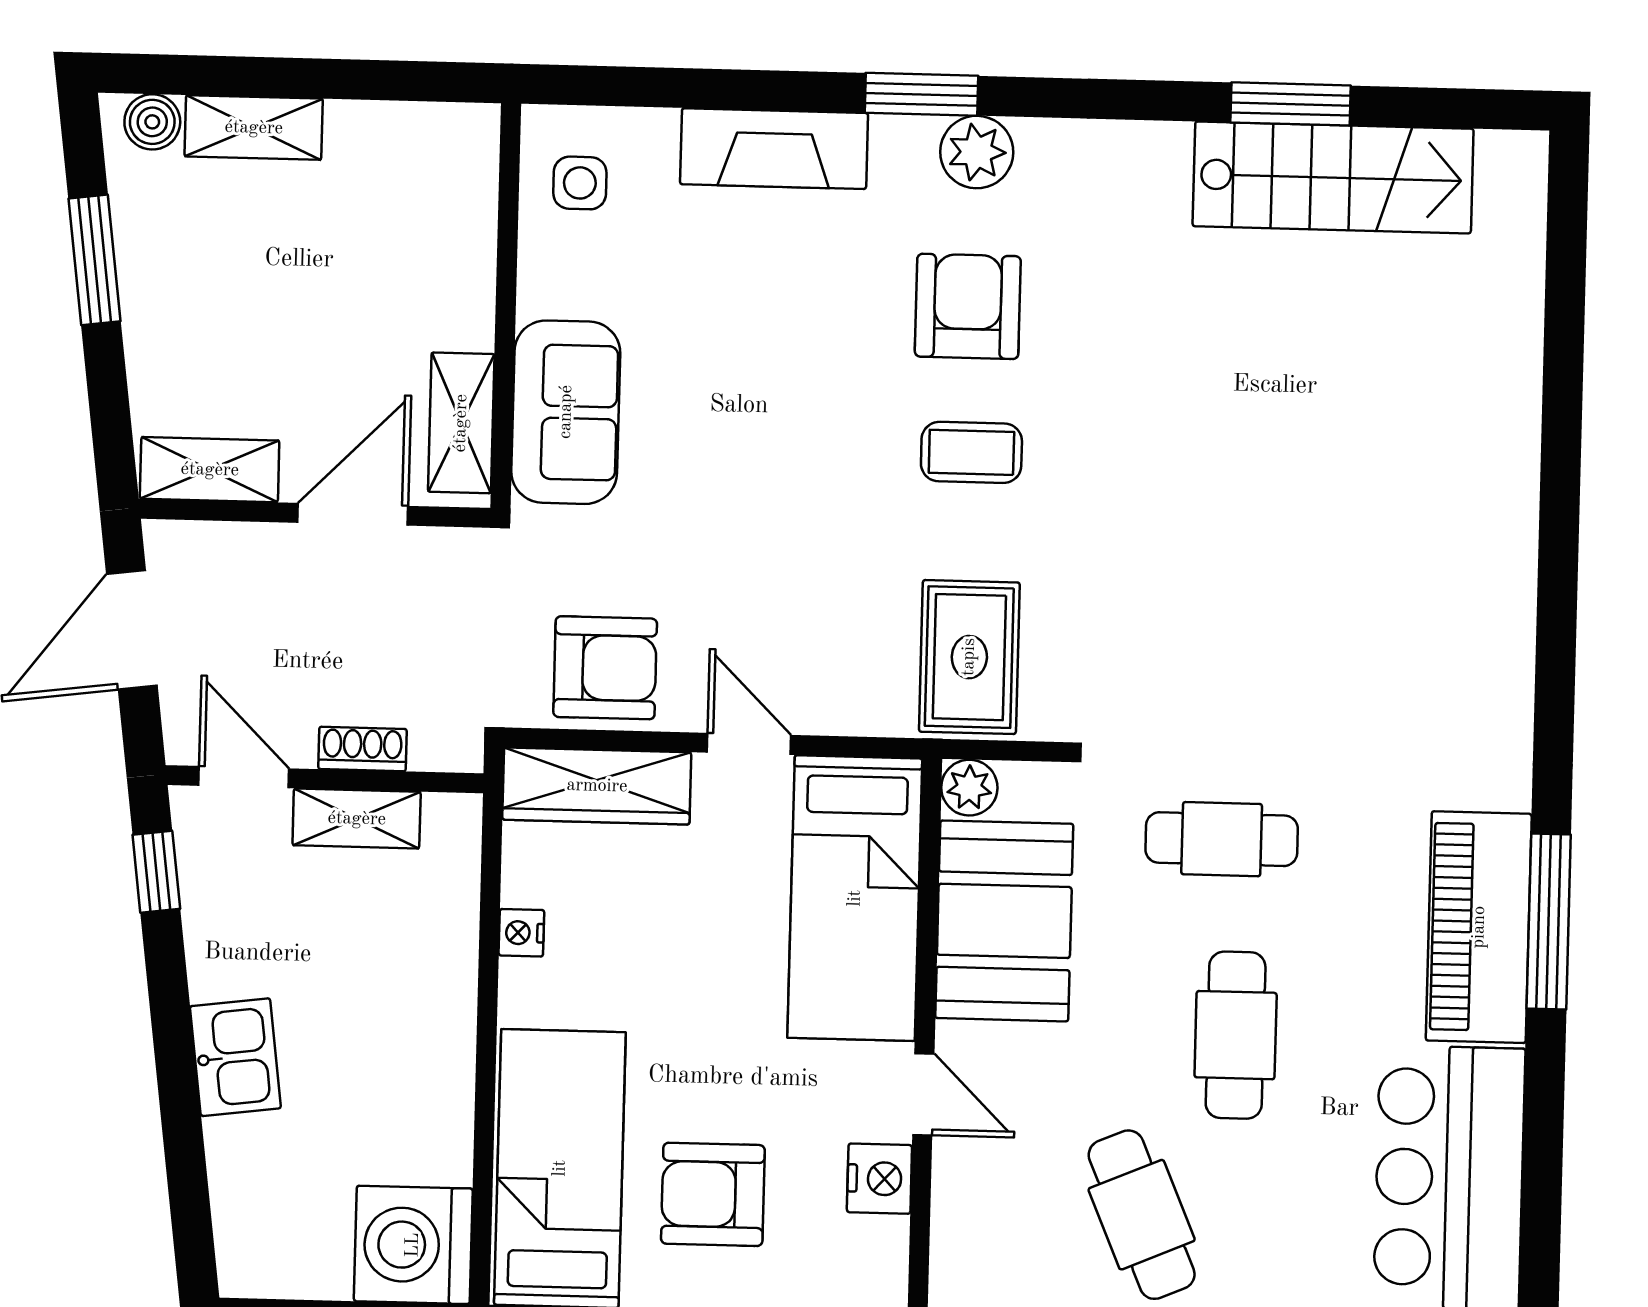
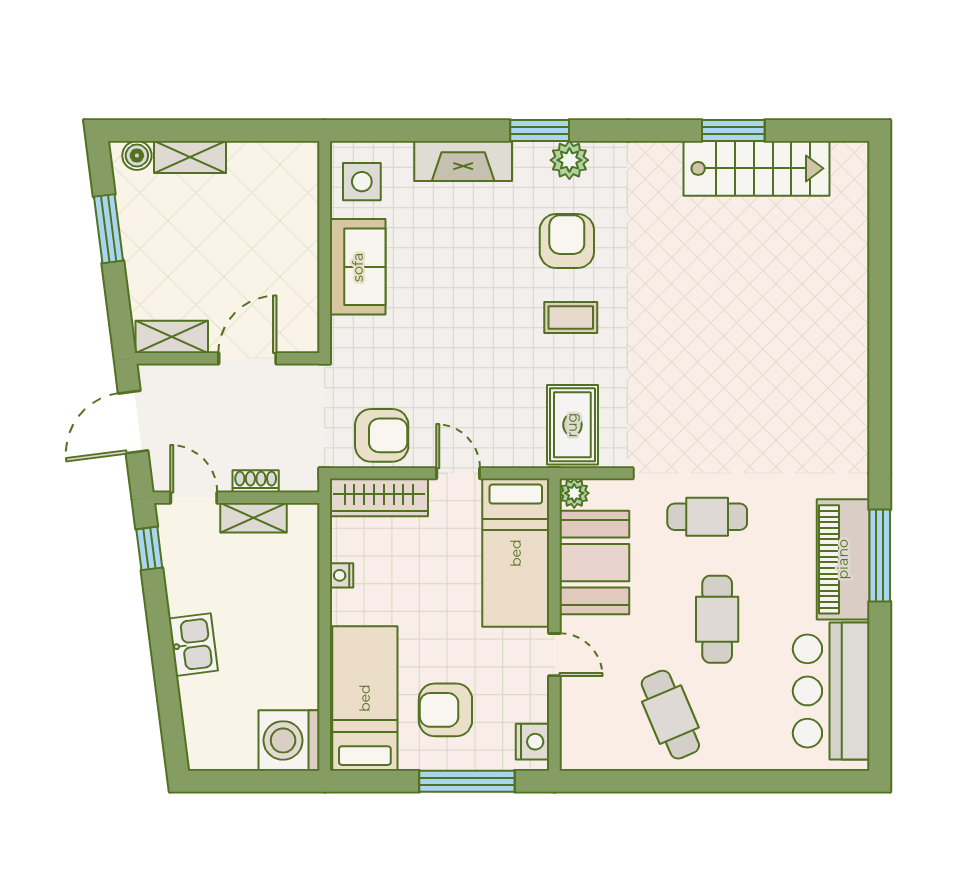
side table: (580, 183) -> (362, 182), width x1.37, depth x1.37
sofa: (566, 412) -> (358, 267), moved
shelving: (461, 423) -> (303, 309), removed
nightstand: (879, 1179) -> (533, 742), moved

